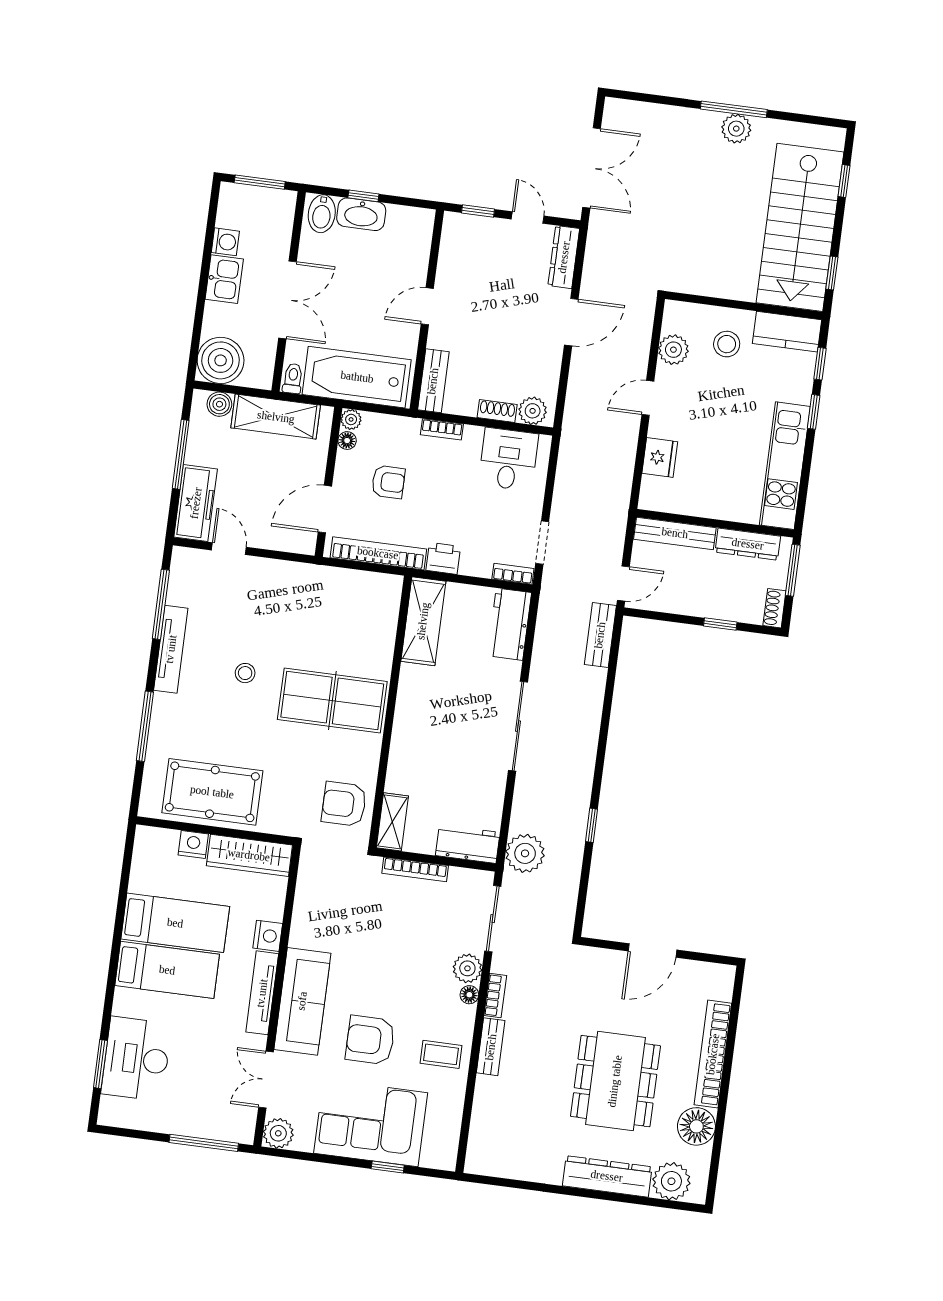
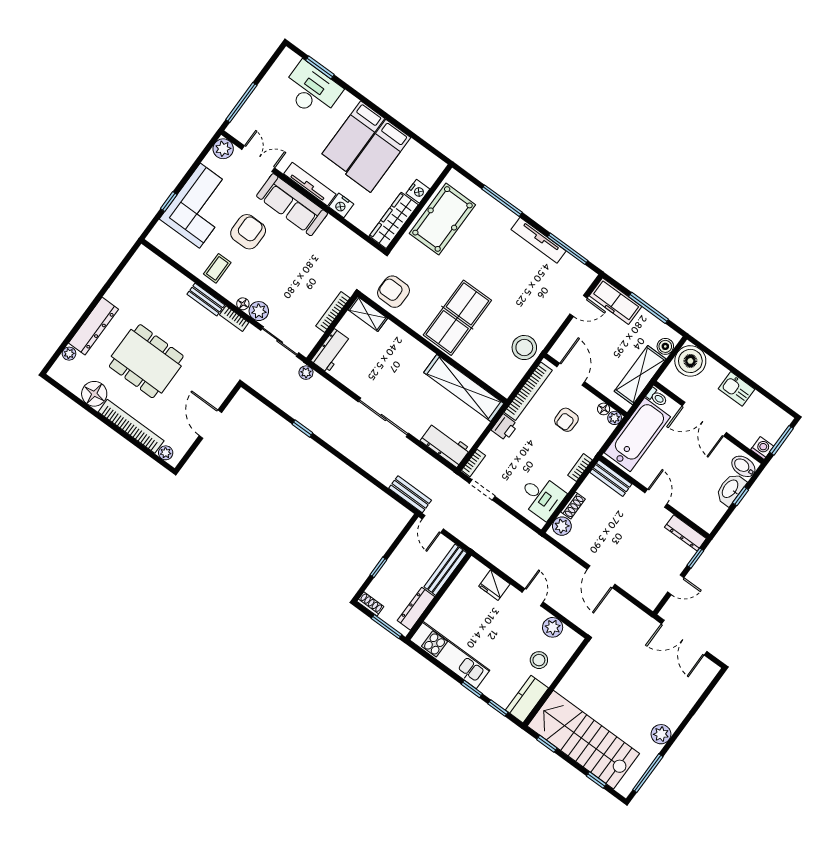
window: (734, 109) -> (648, 773), moved
washing machine: (225, 242) -> (762, 448), moved, turned 180
dresser: (564, 257) -> (685, 533), moved, turned 180
shelving: (423, 621) -> (464, 388), width x1.47
stool: (245, 673) -> (524, 348), moved, width x1.89, depth x1.89
armchair: (344, 804) -> (393, 292), turned -90
plant: (525, 853) -> (306, 373), width x0.53, depth x0.53
plant: (723, 989) -> (166, 453), added
plant: (671, 1181) -> (69, 354), width x0.53, depth x0.53

